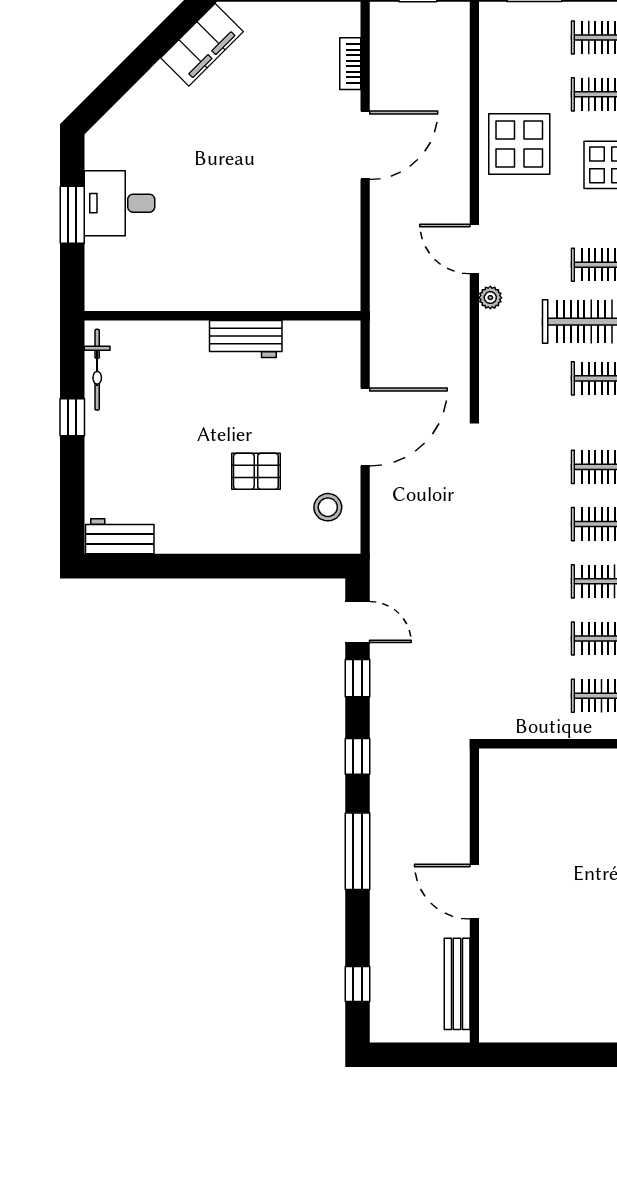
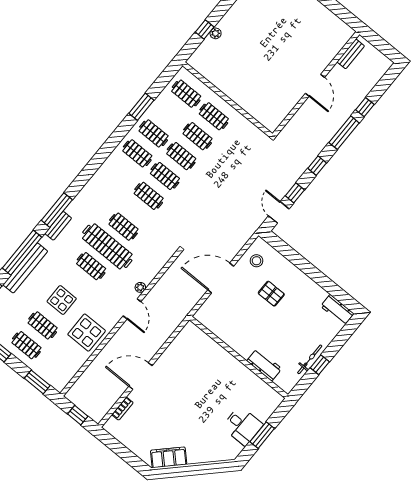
workbench: (246, 339) -> (264, 365), moved
bicycle: (97, 370) -> (310, 359), moved
window: (358, 984) -> (365, 107), moved
bench: (457, 984) -> (351, 54), width x0.73

